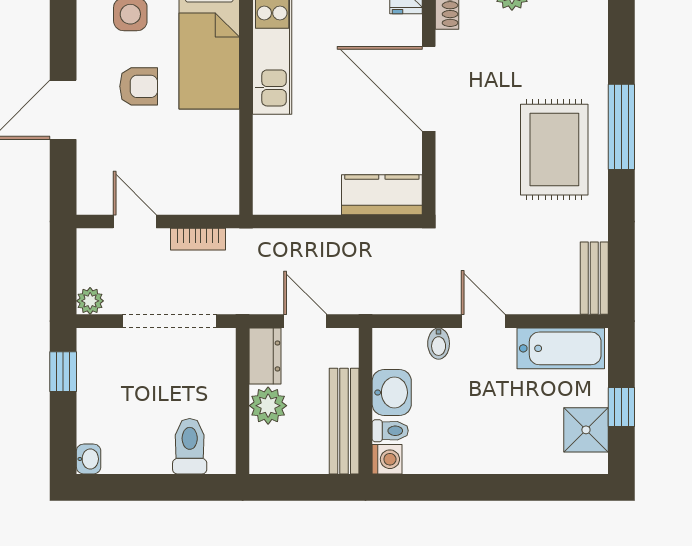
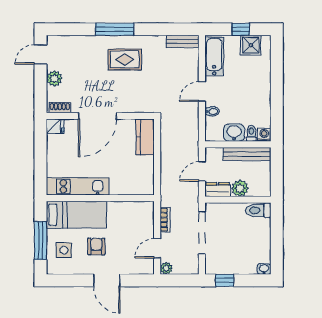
rug: (554, 150) -> (125, 59), width x0.73, depth x0.70
plant: (90, 301) -> (166, 268), moved
toilet: (190, 446) -> (258, 210), moved

